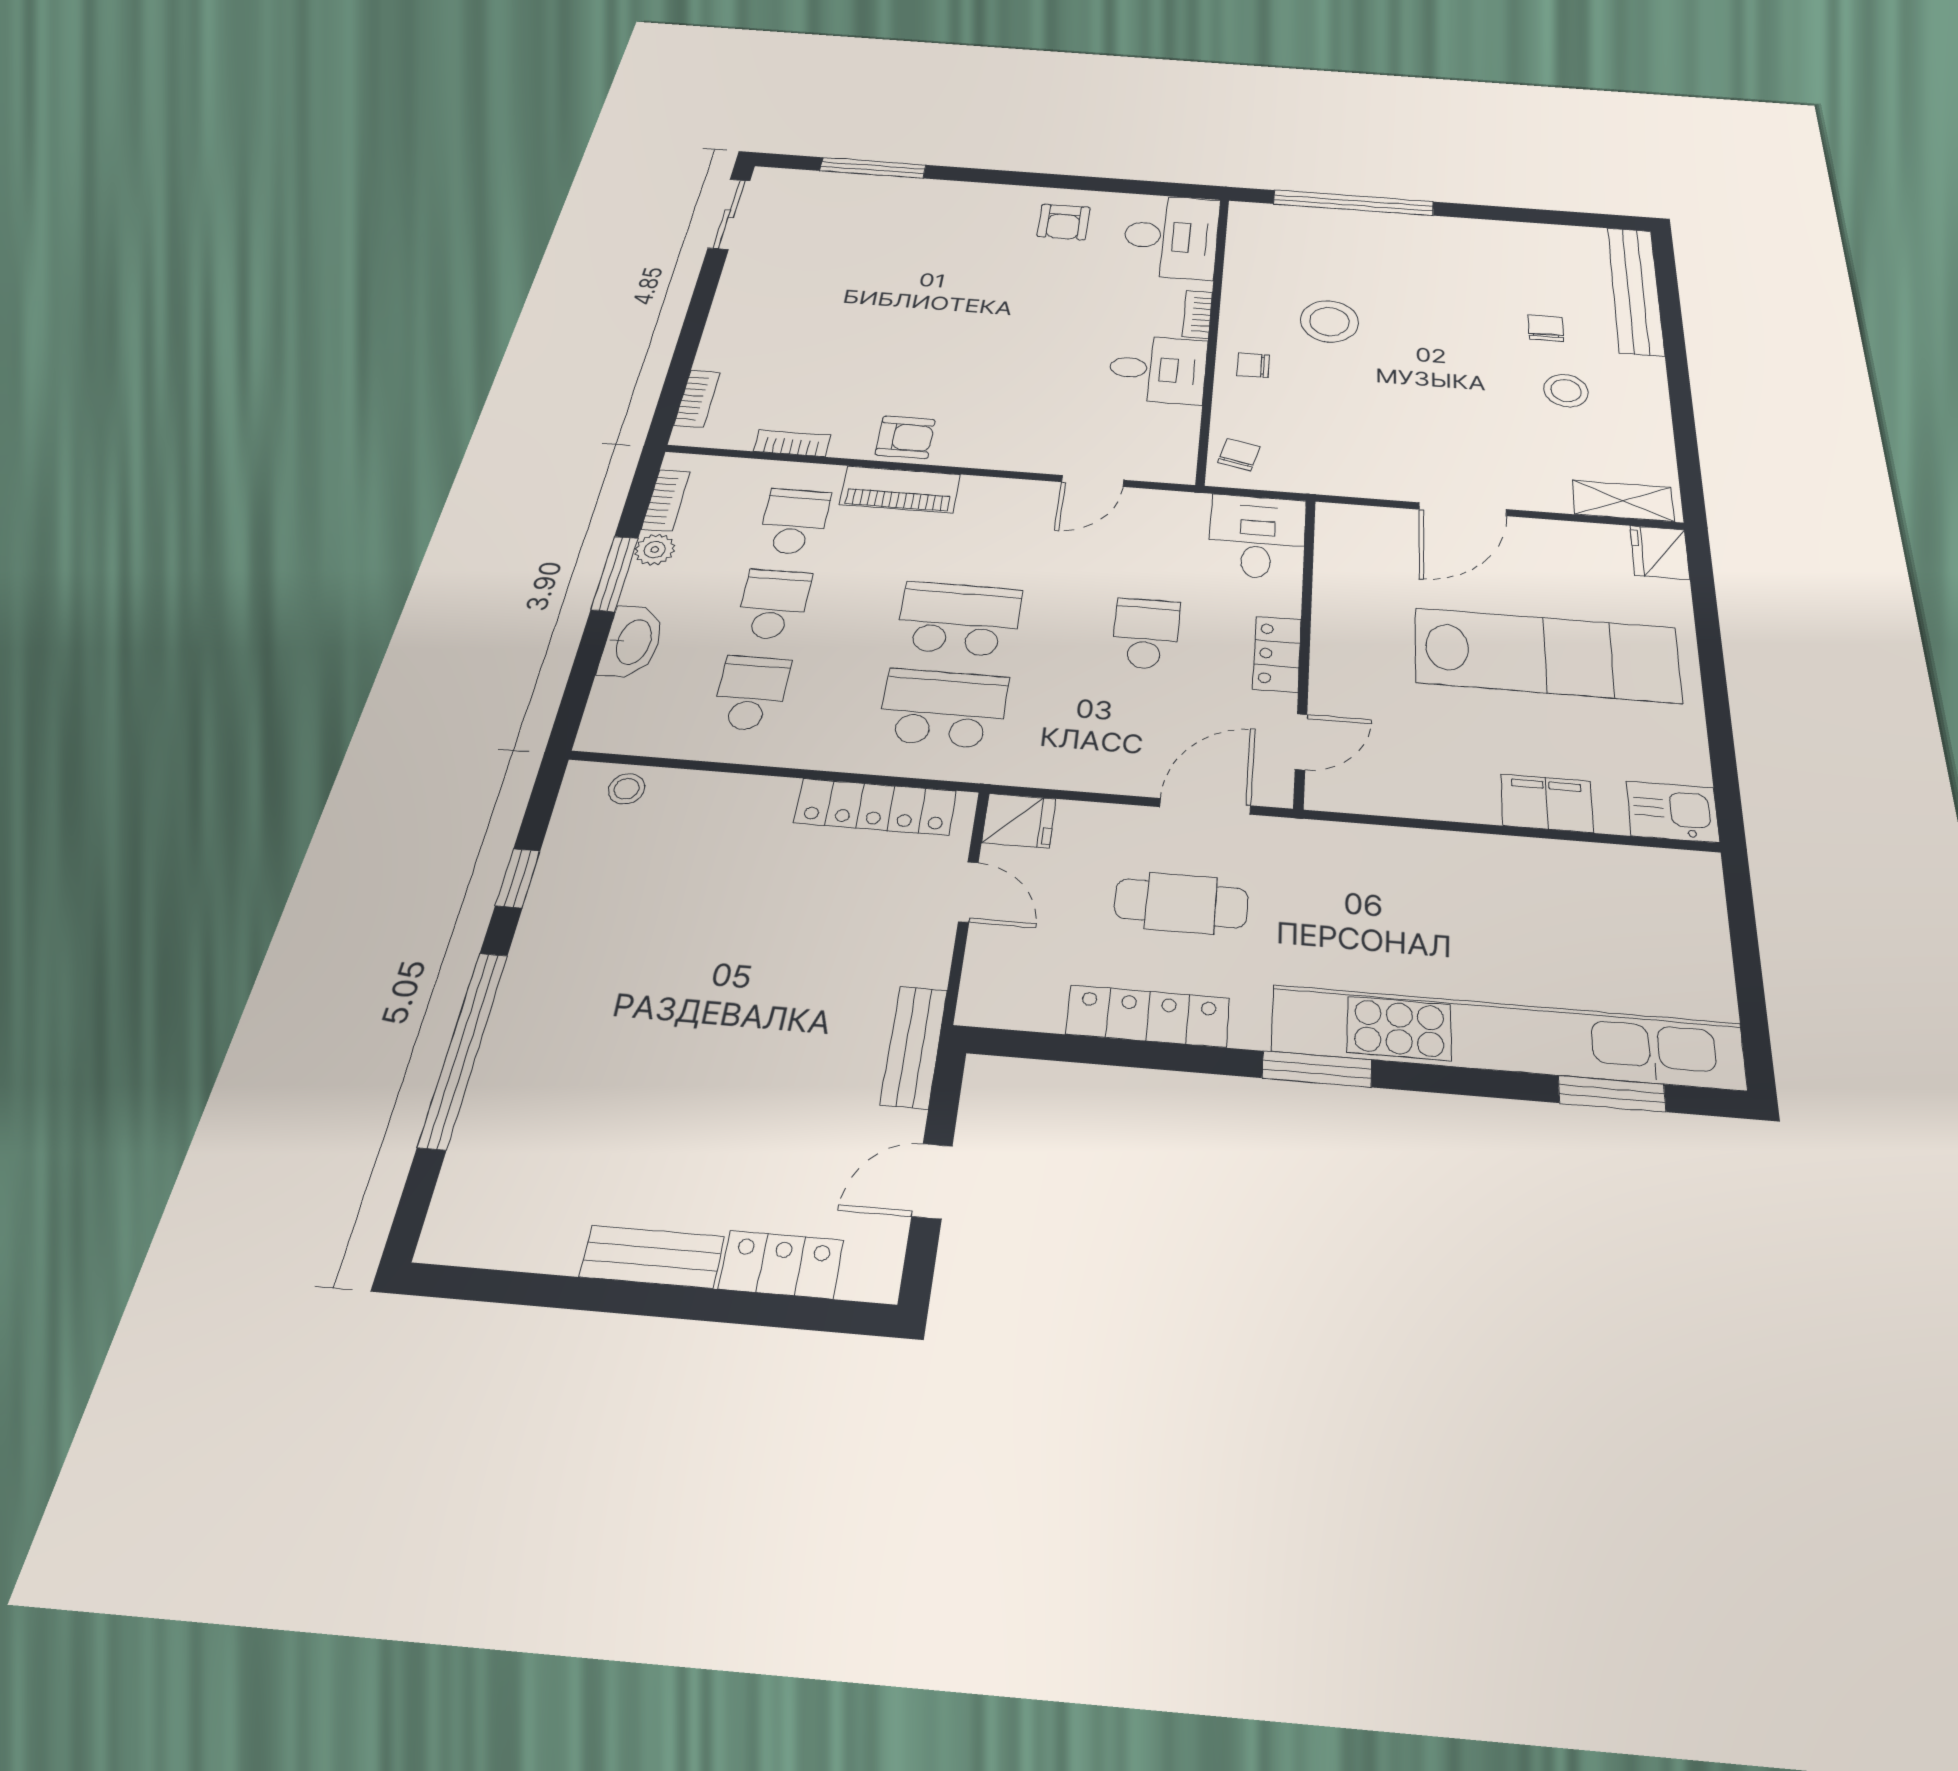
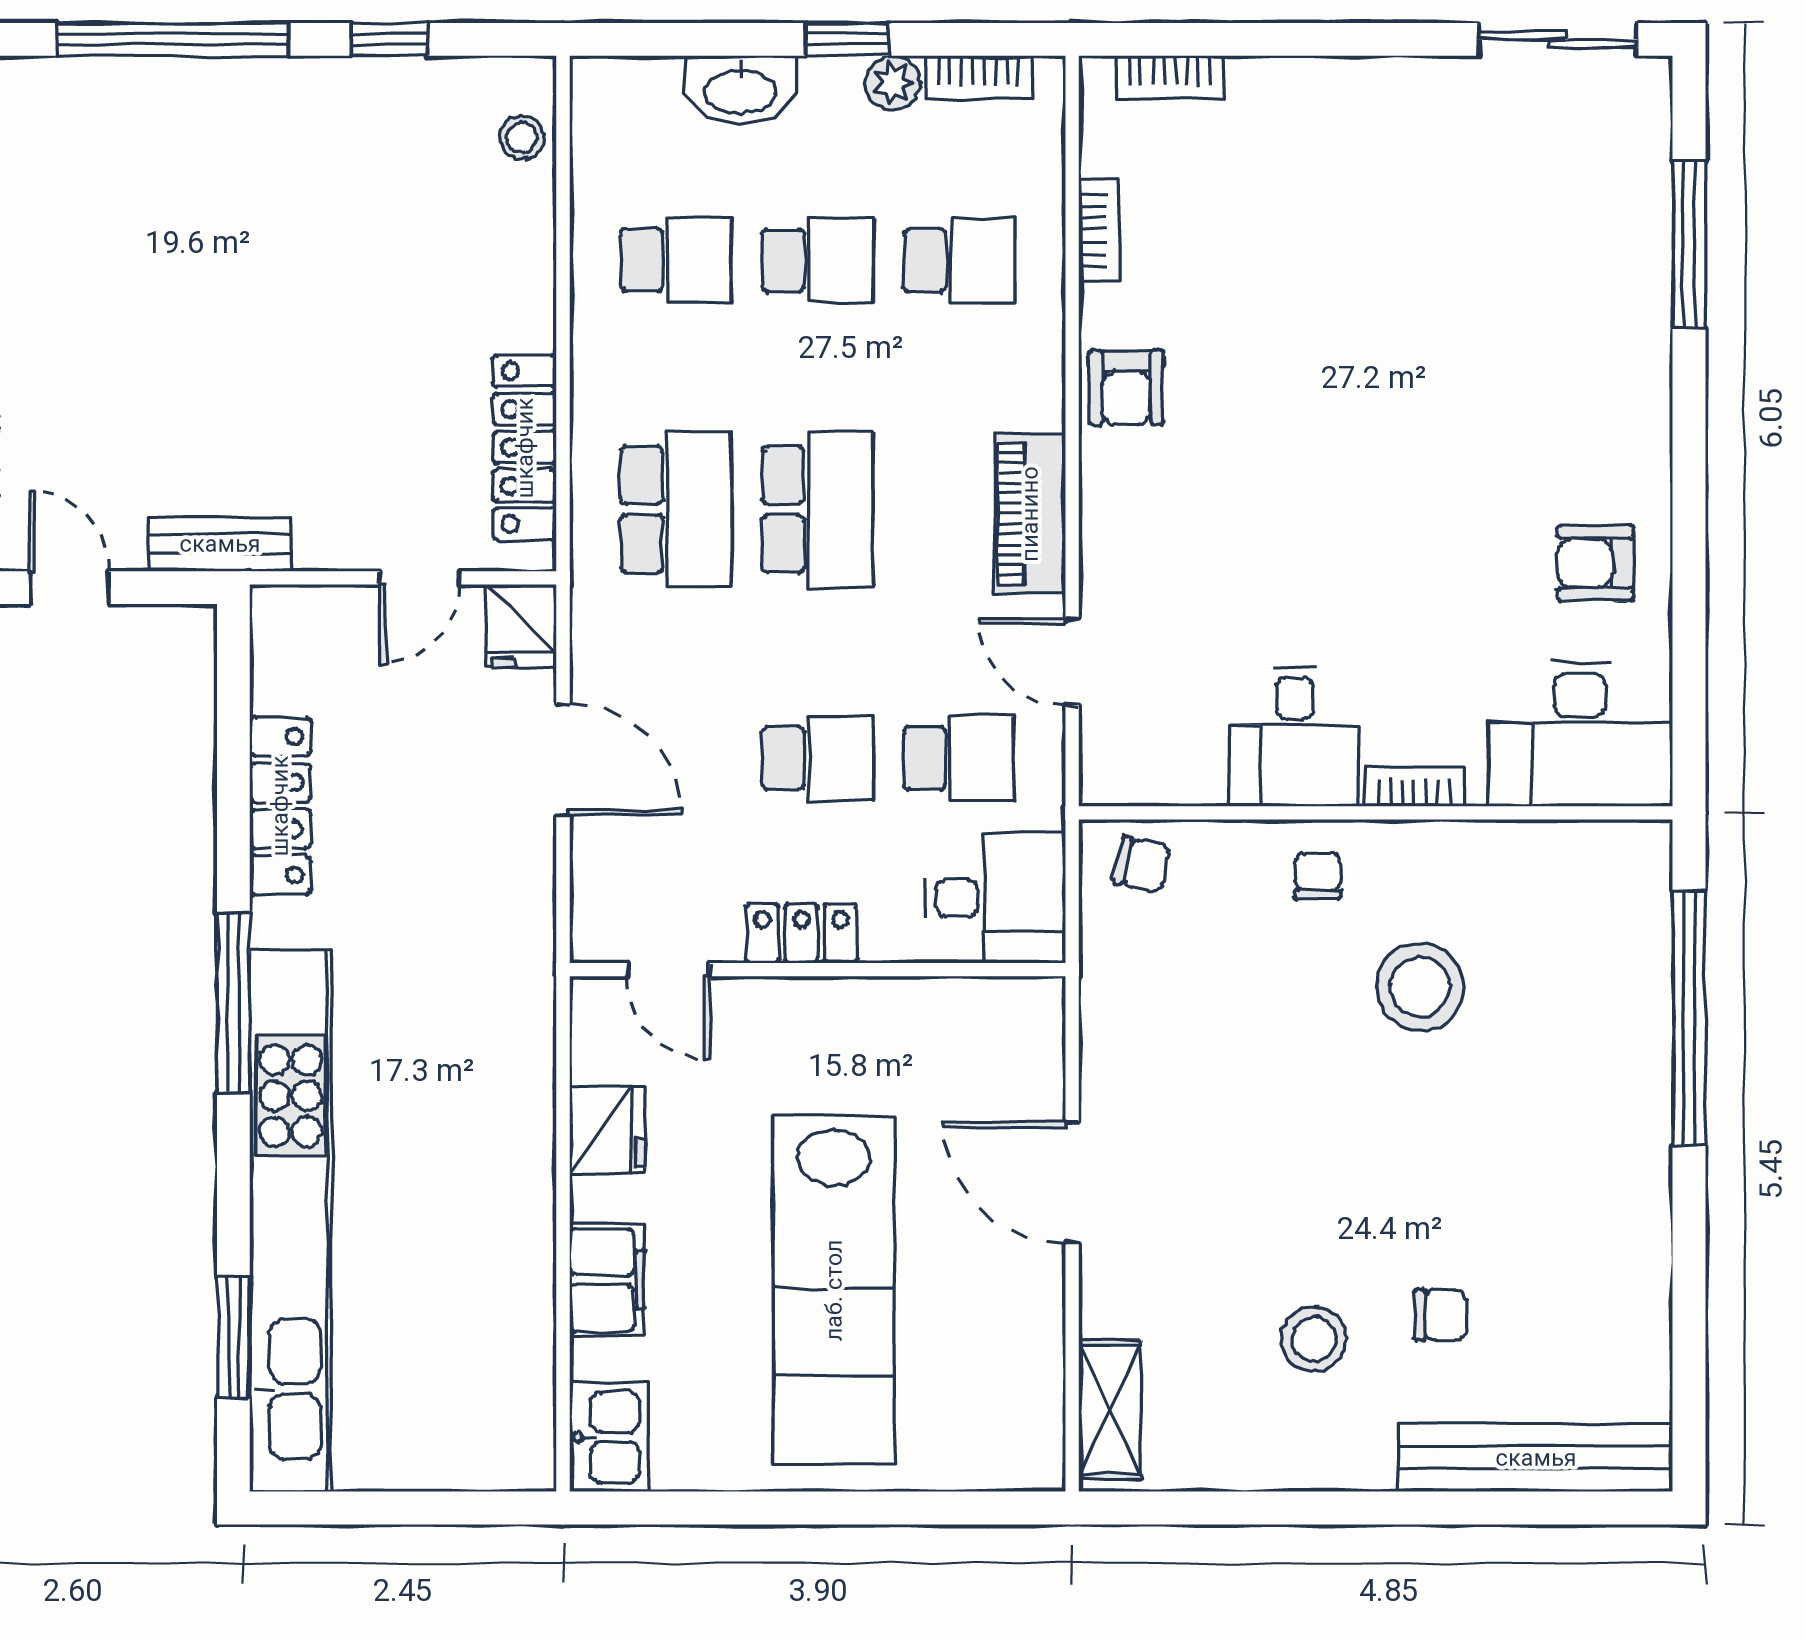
piano: (900, 489) -> (1030, 514), moved
school desk: (1154, 549) -> (959, 758), added
fridge: (1660, 553) -> (607, 1130), moved, turned 90
window: (615, 574) -> (847, 39), width x0.67
door: (1205, 806) -> (563, 760), moved
cafe table: (1181, 903) -> (427, 834), removed
window: (1317, 1069) -> (233, 1002), width x1.44

